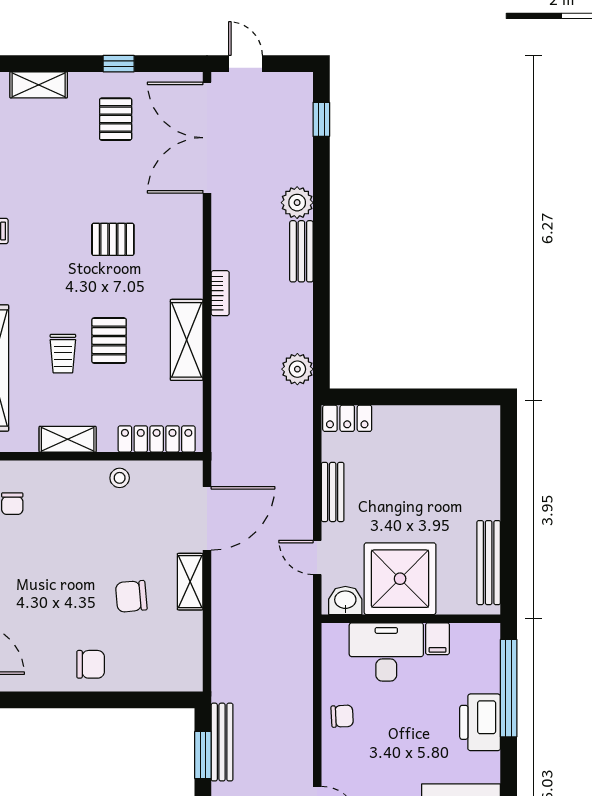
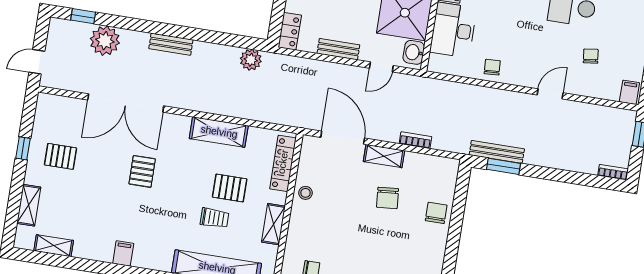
double door: (207, 138) -> (126, 103), moved
plant: (297, 203) -> (105, 41), moved, width x1.36, depth x1.36
bookcase: (220, 293) -> (415, 140), moved
pallet: (109, 341) -> (230, 188), moved
chair: (91, 664) -> (436, 213), moved

